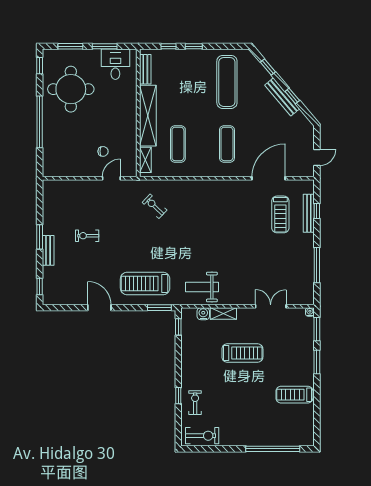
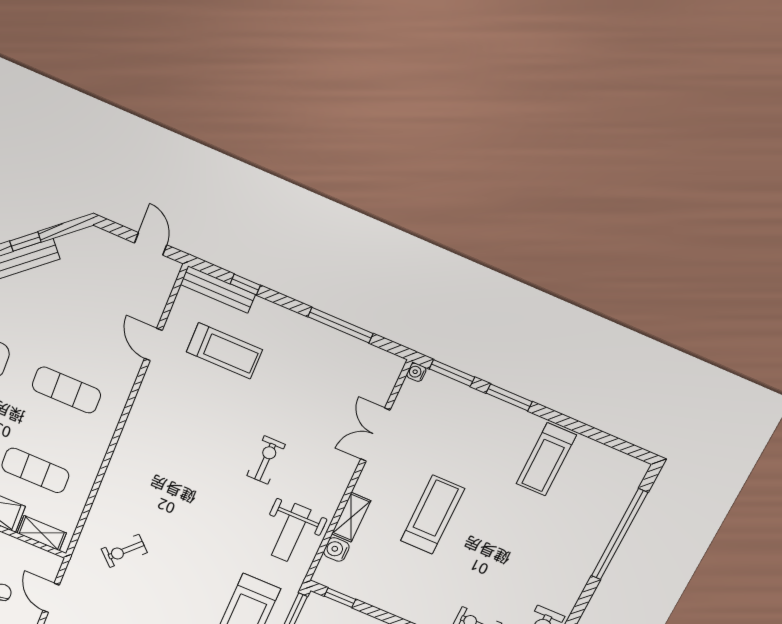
door: (269, 178) -> (153, 345), width x0.53
bench: (309, 213) -> (218, 289), moved
exercise bike: (234, 258) -> (266, 460), added

